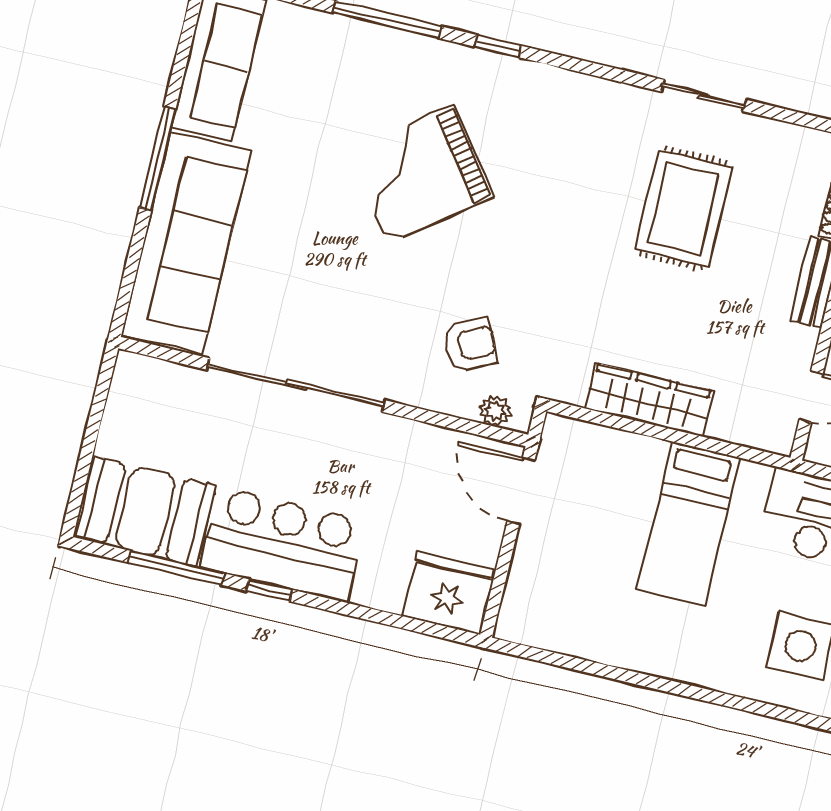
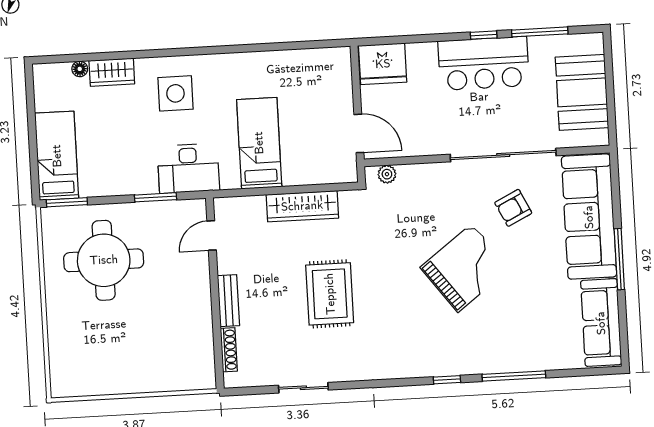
sliding door: (704, 96) -> (303, 388), moved
grand piano: (421, 174) -> (465, 268), moved
rug: (683, 208) -> (330, 294), moved
armchair: (470, 344) -> (513, 208), moved
booth: (145, 511) -> (582, 92), moved, turned 90

